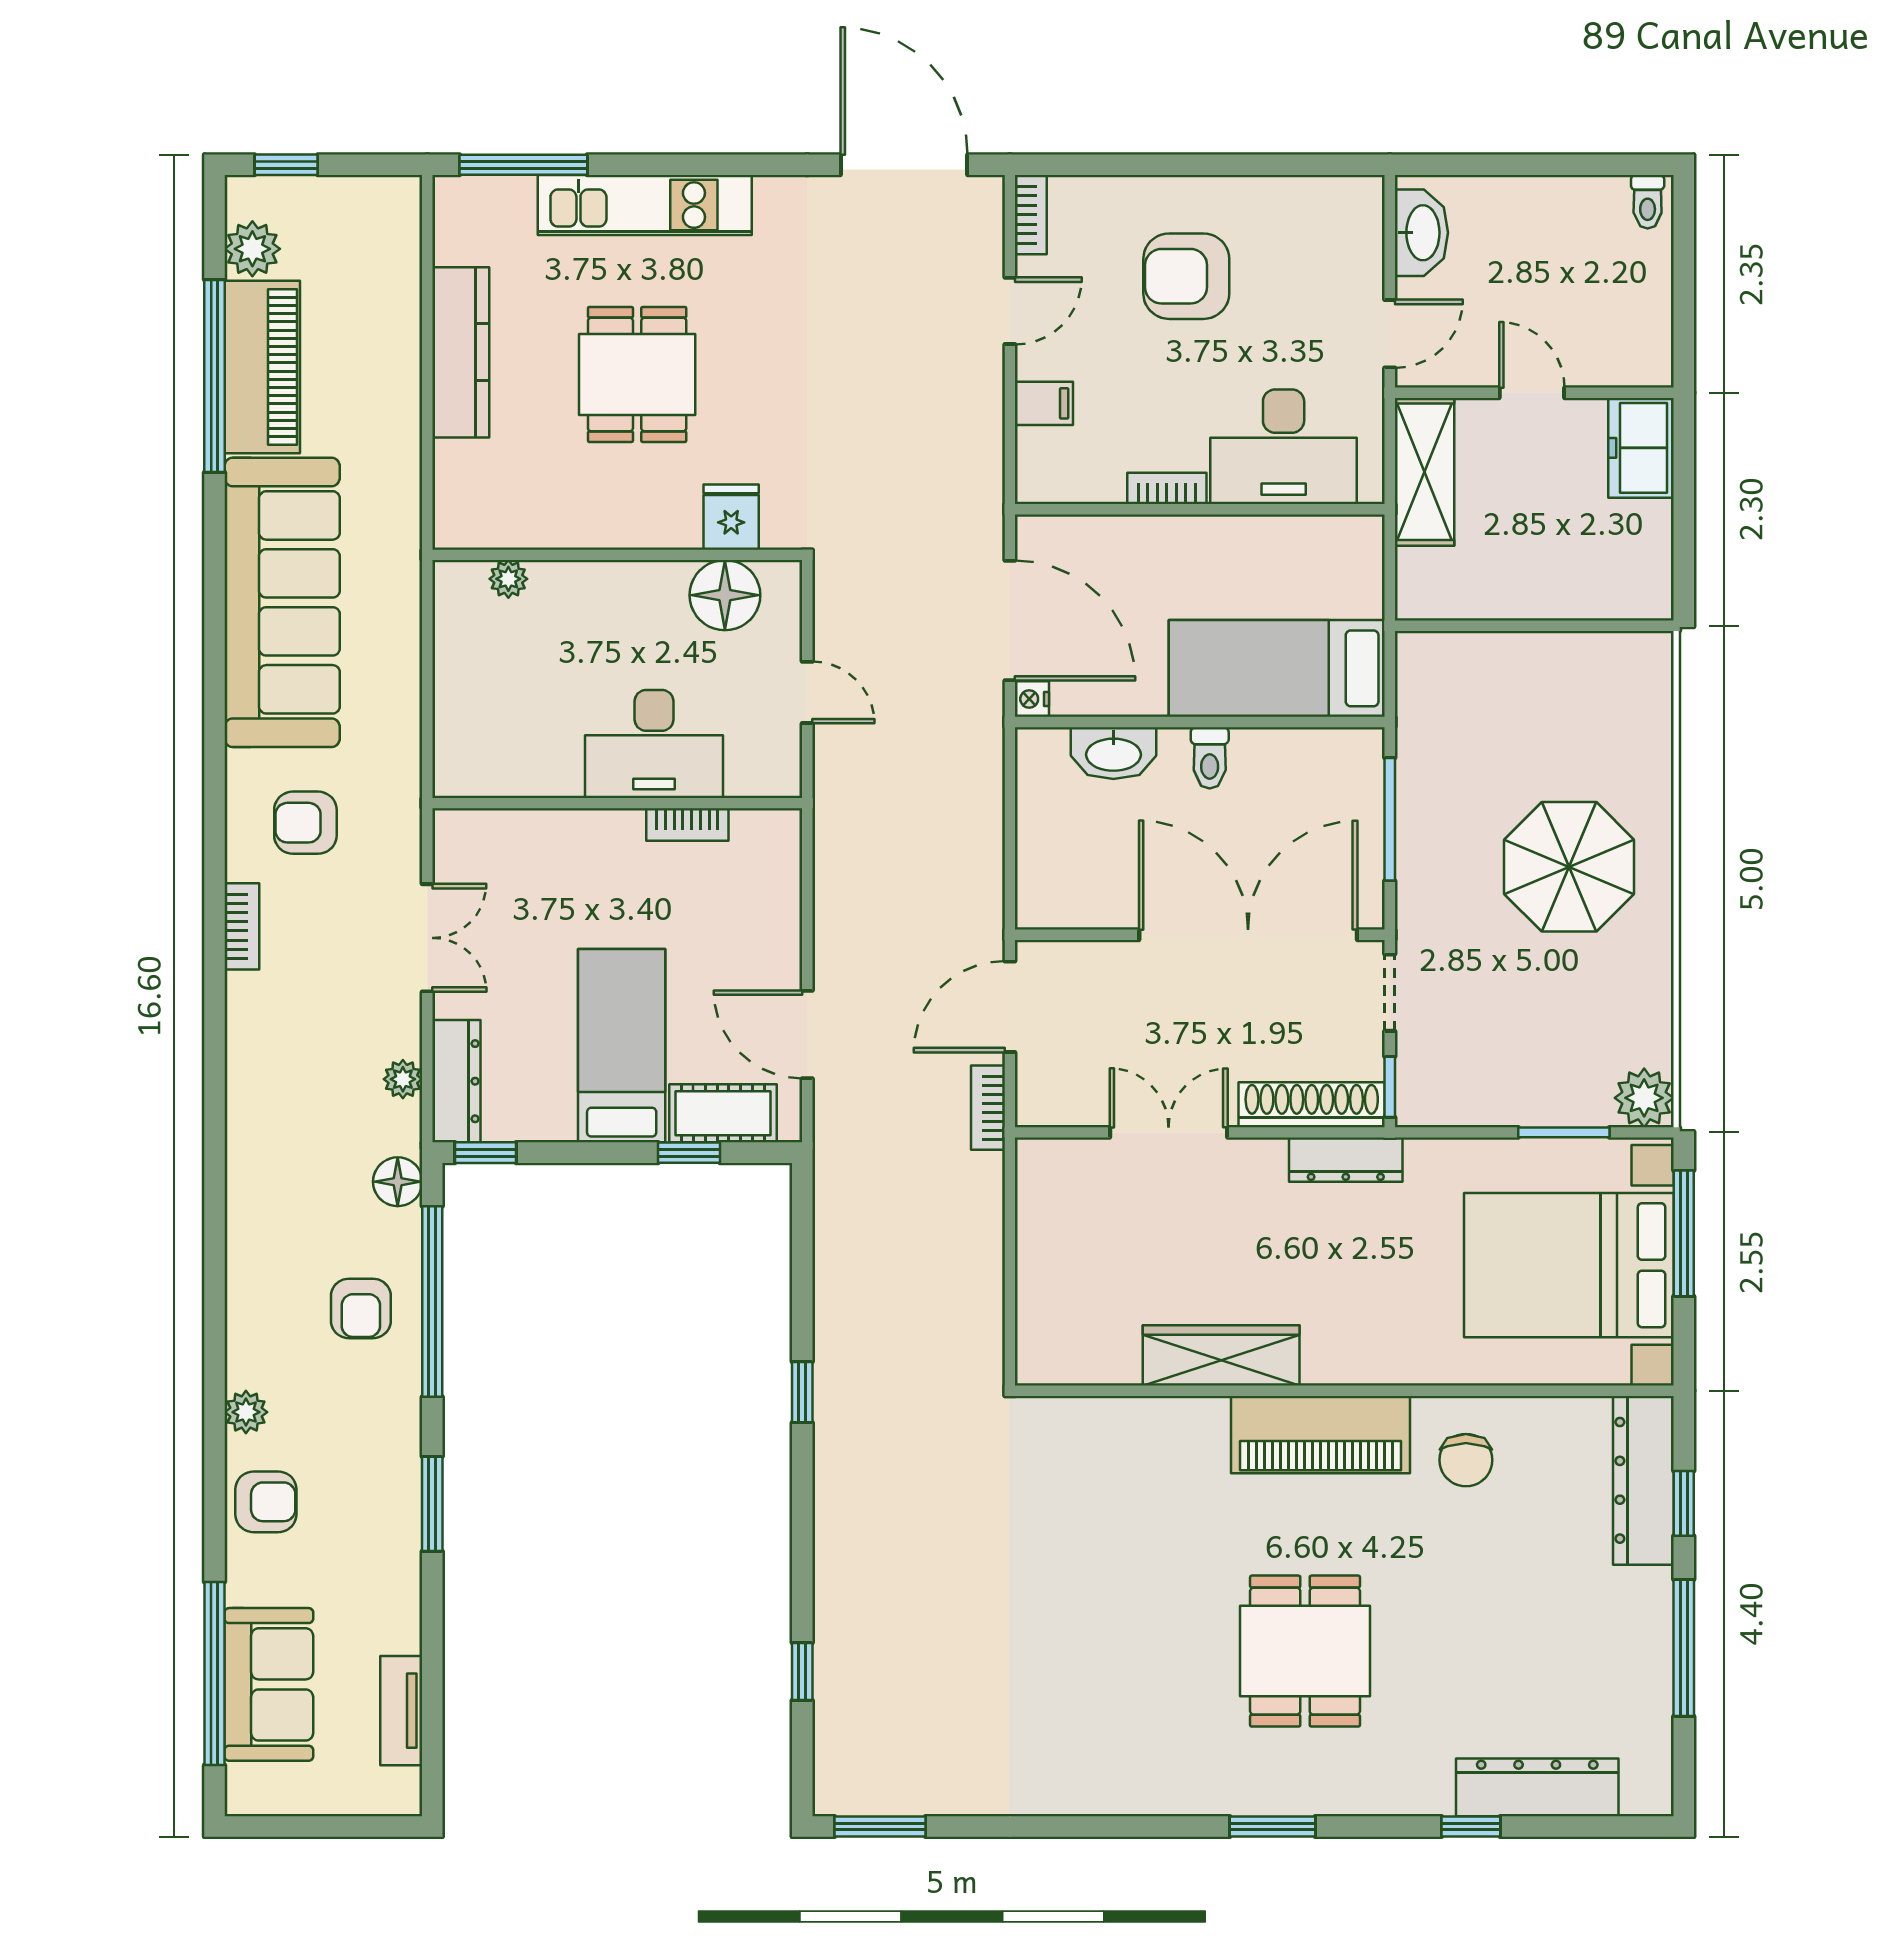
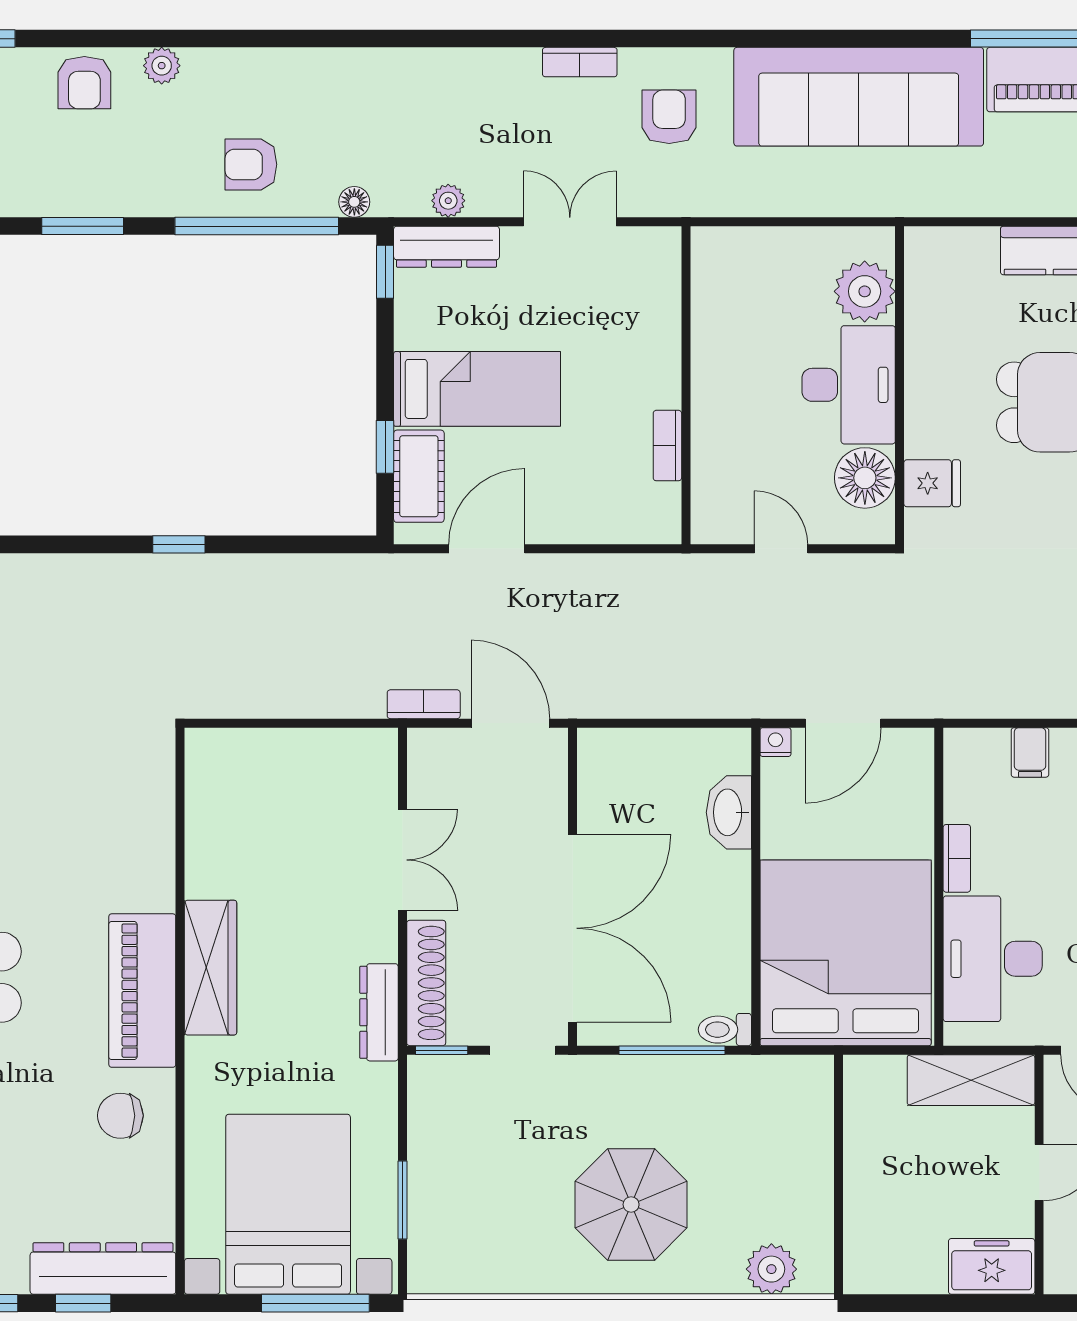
plant: (508, 579) -> (865, 291), width x1.87, depth x1.87
door: (1010, 620) -> (843, 723), width x0.73
bed: (1277, 668) -> (846, 953), width x2.04
door: (807, 692) -> (781, 549), swing flipped
desk: (654, 744) -> (849, 385), moved, turned 180
toilet: (1210, 758) -> (725, 1030), moved
double door: (427, 938) -> (570, 222), swing flipped
plant: (1644, 1098) -> (771, 1269), moved
floor lamp: (398, 1182) -> (354, 202), width x0.73, depth x0.73
wardrobe: (1221, 1355) -> (210, 968), moved

